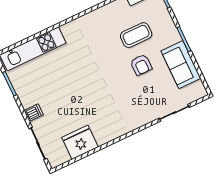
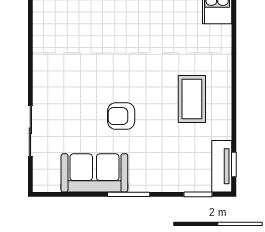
coffee table: (136, 35) -> (192, 99), moved

